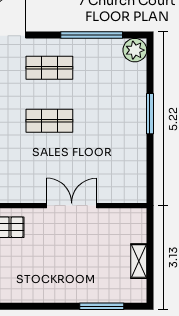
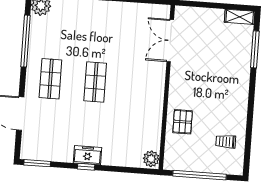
double door: (72, 206) -> (170, 41), moved
shelving: (139, 261) -> (240, 17), moved

